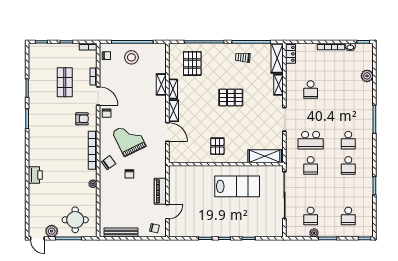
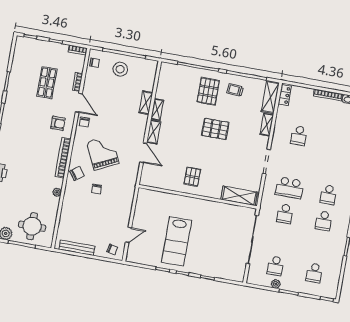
pallet: (192, 63) -> (208, 91), moved
lab bench: (237, 186) -> (176, 241), moved, turned 90
piano: (160, 191) -> (125, 213), removed

